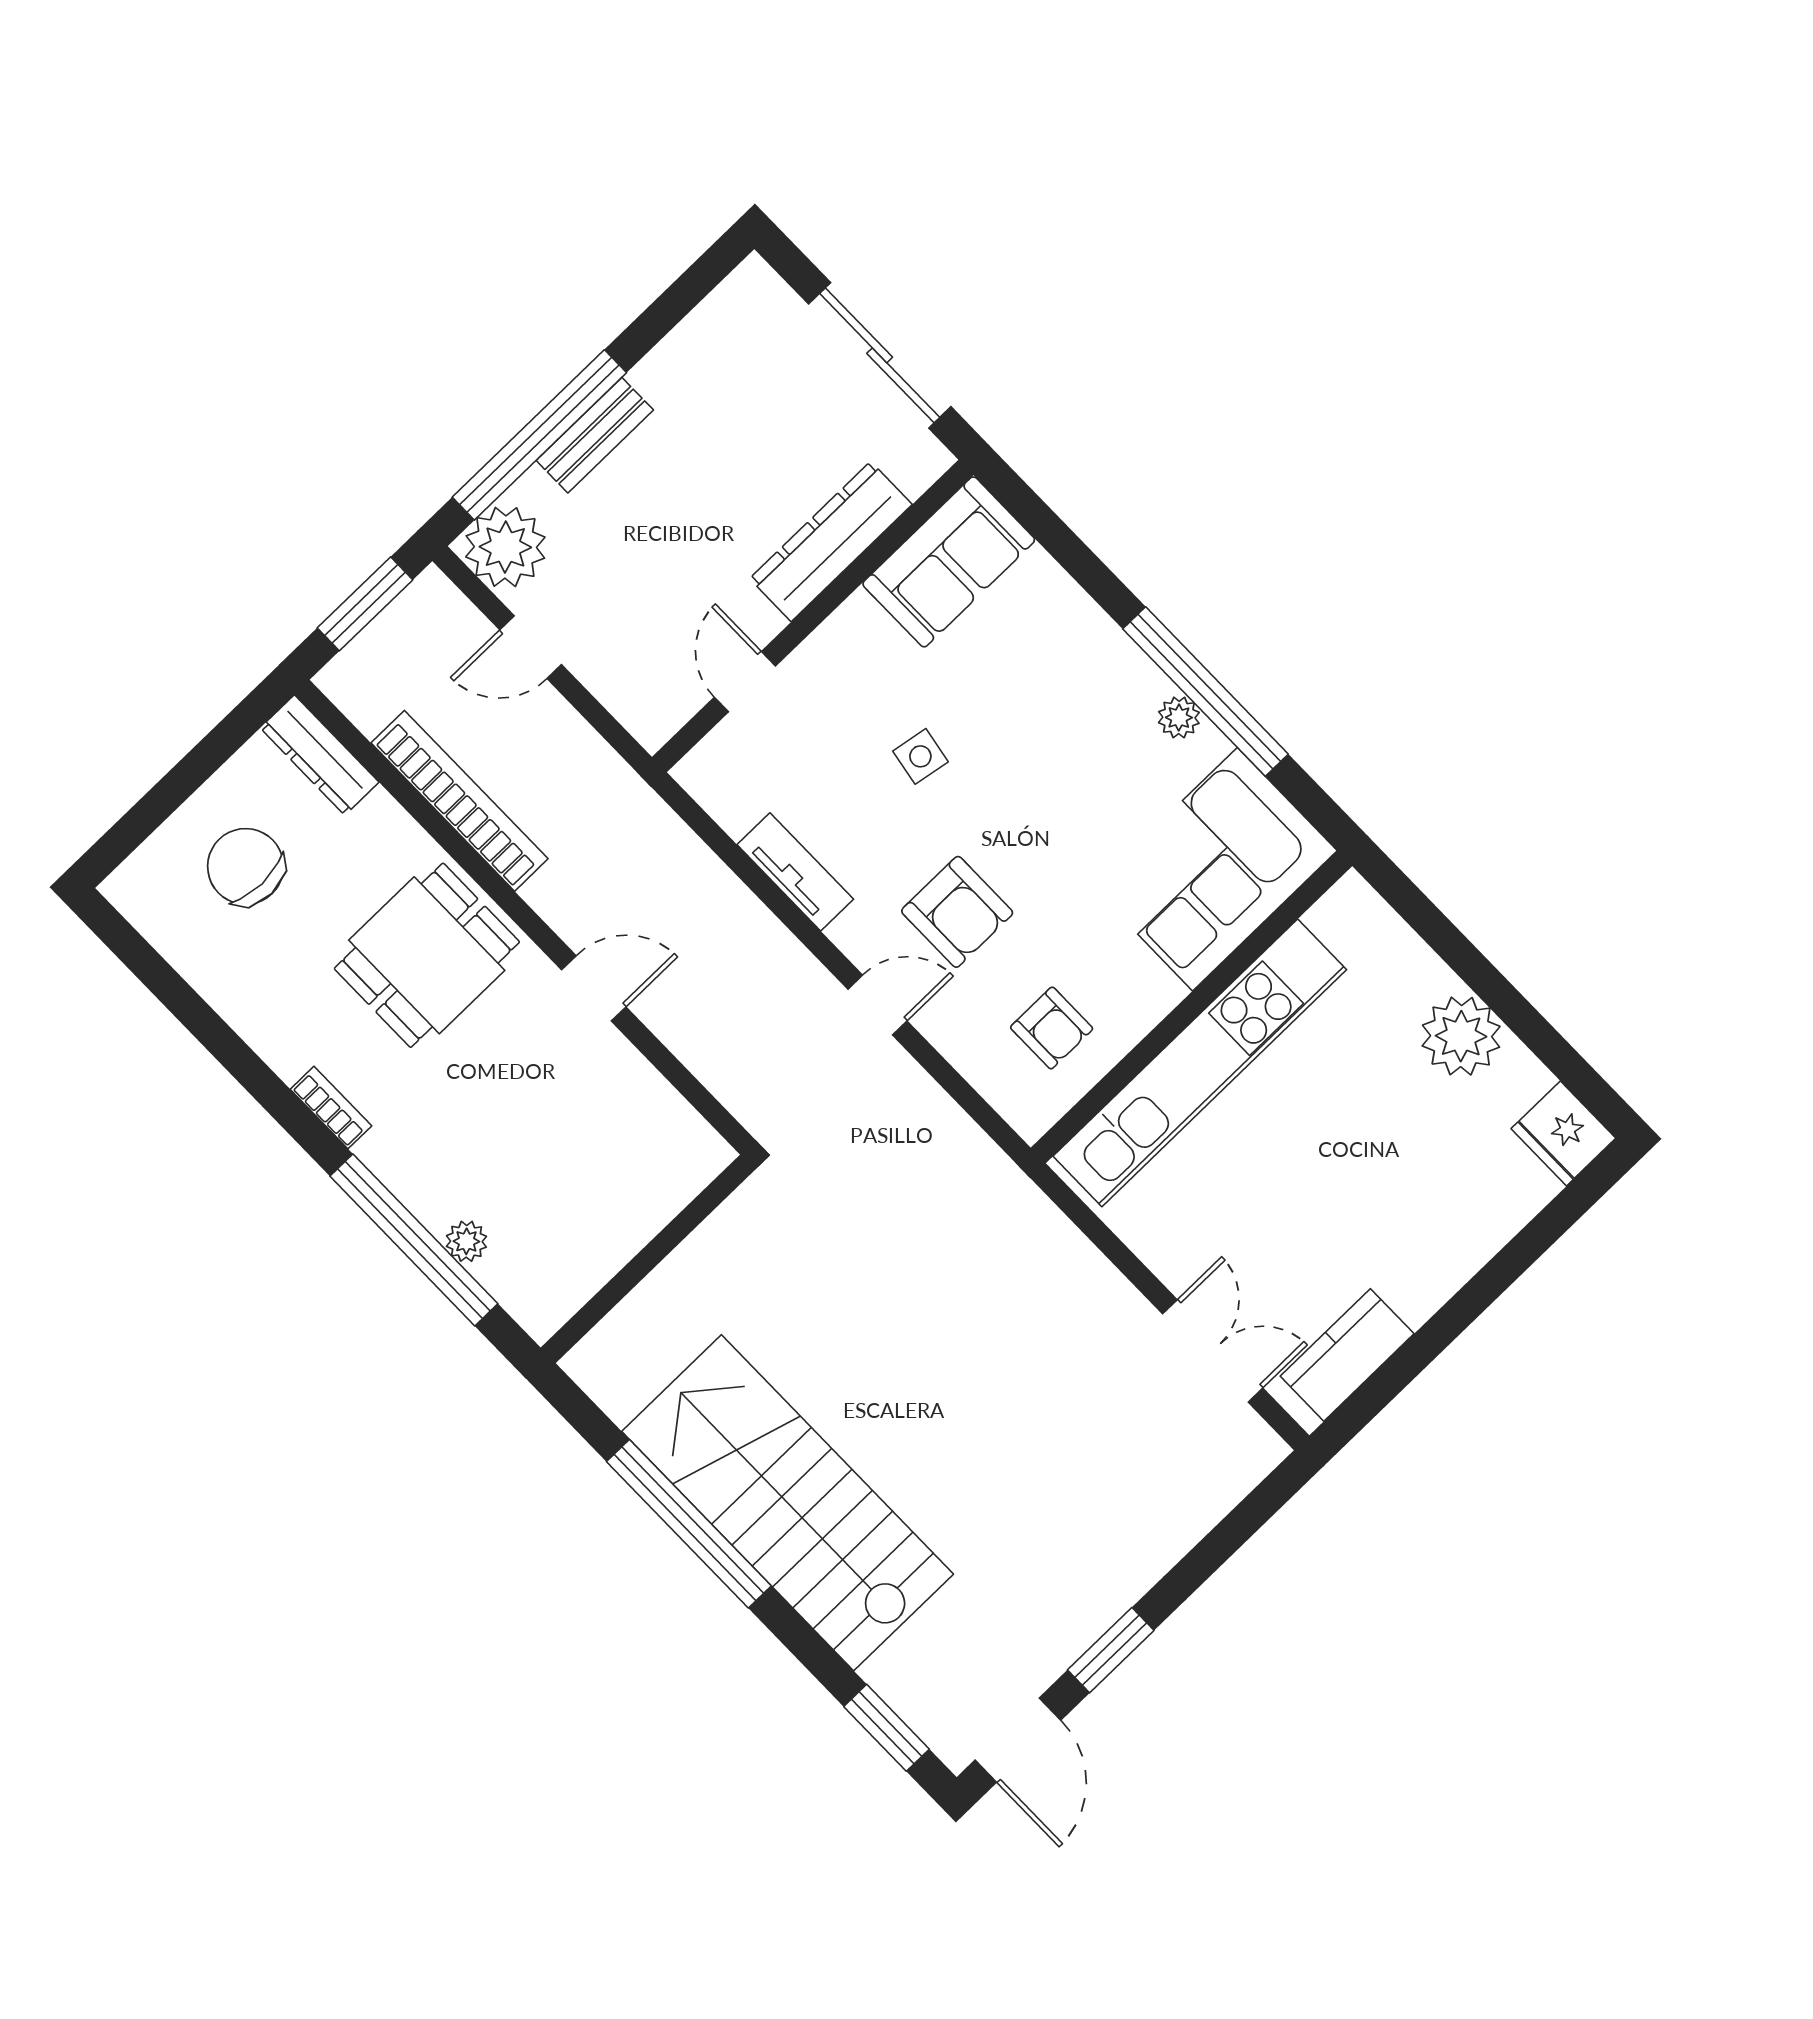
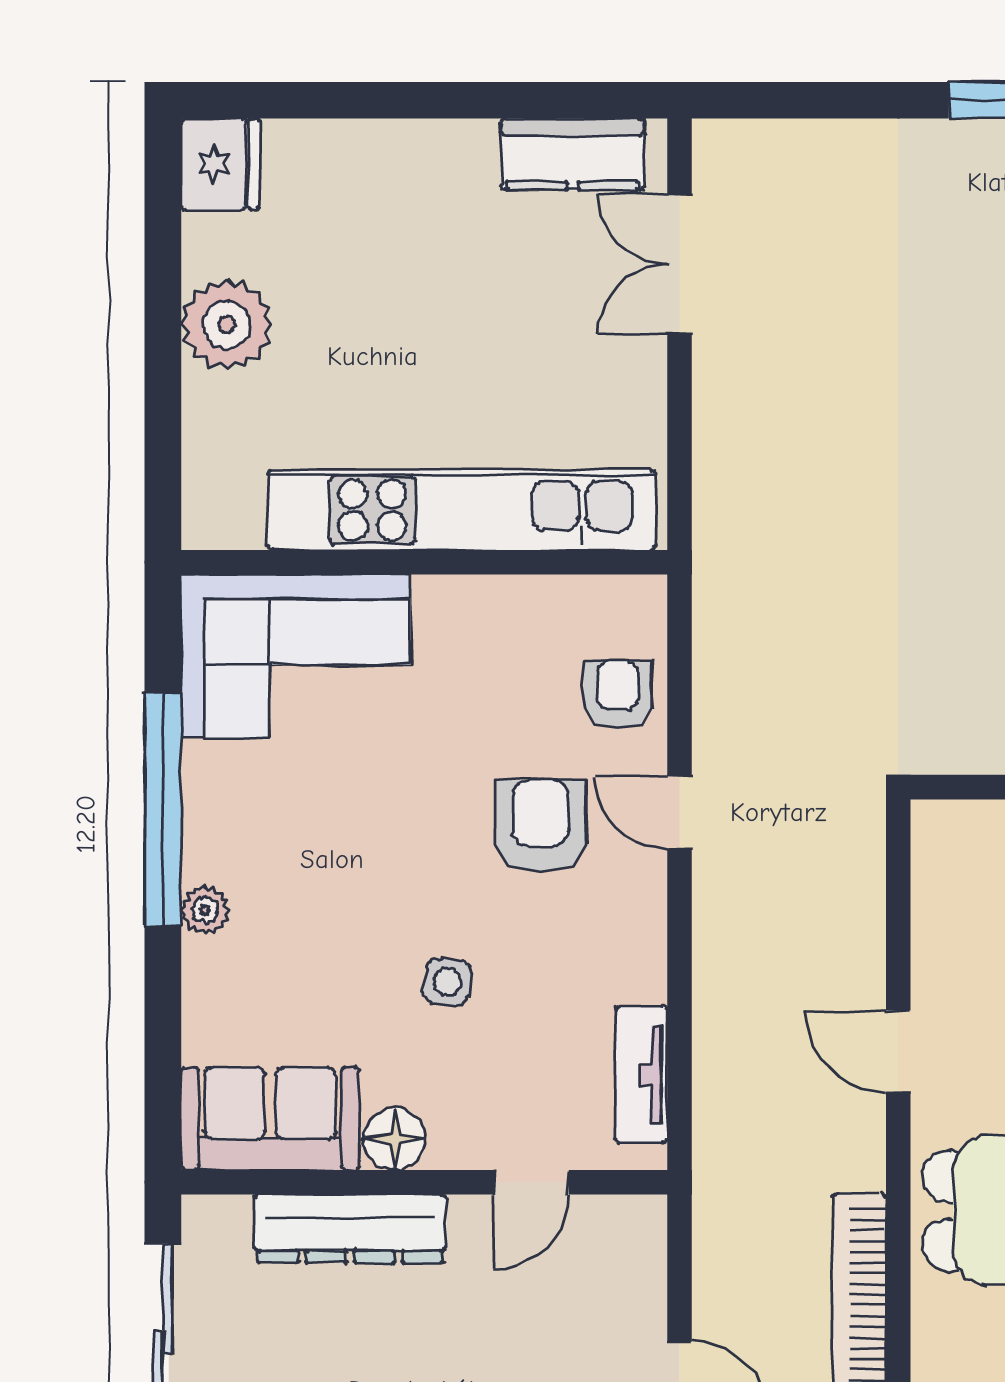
floor lamp: (858, 625) -> (395, 1139), added
plant: (1179, 718) -> (205, 910), moved
tv unit: (795, 872) -> (641, 1075), moved
armchair: (1052, 1028) -> (618, 695), moved

